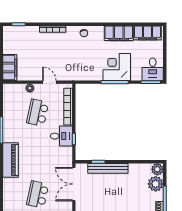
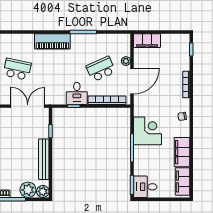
corner desk: (117, 67) -> (147, 131), moved
door: (49, 82) -> (132, 81), width x1.88
school desk: (38, 113) -> (101, 69), turned -36
bench: (108, 168) -> (44, 159), moved

